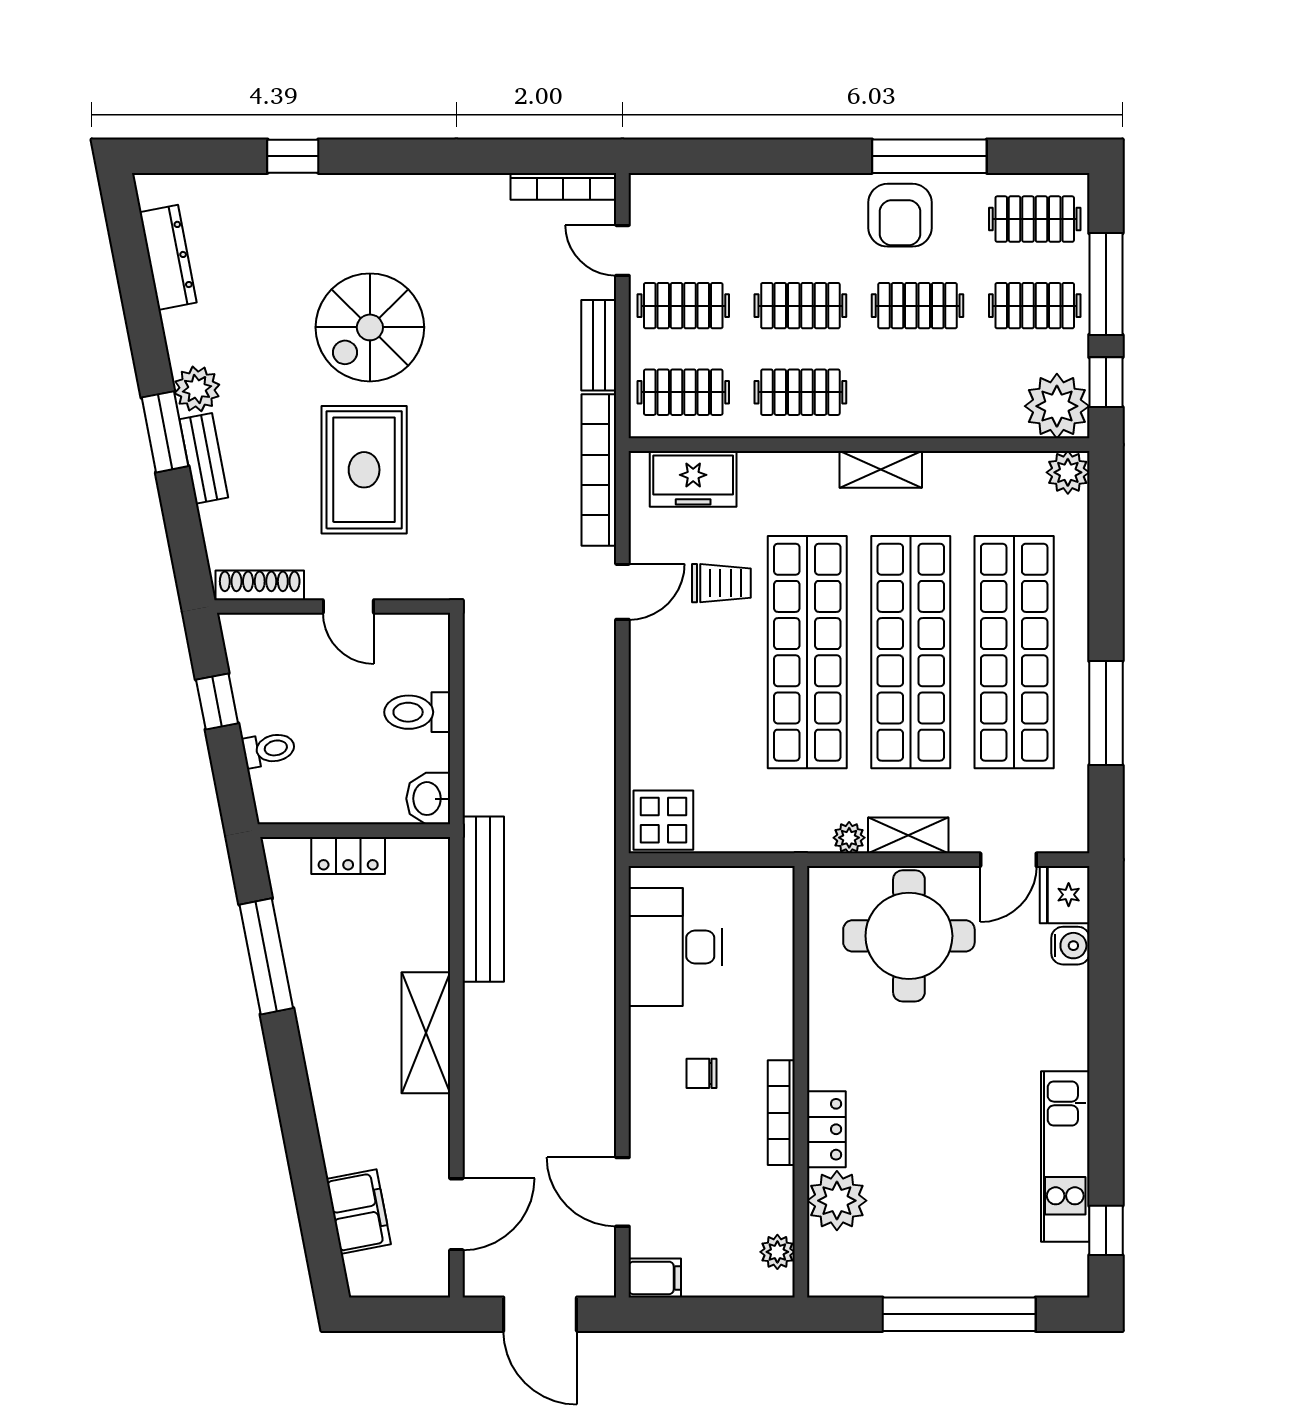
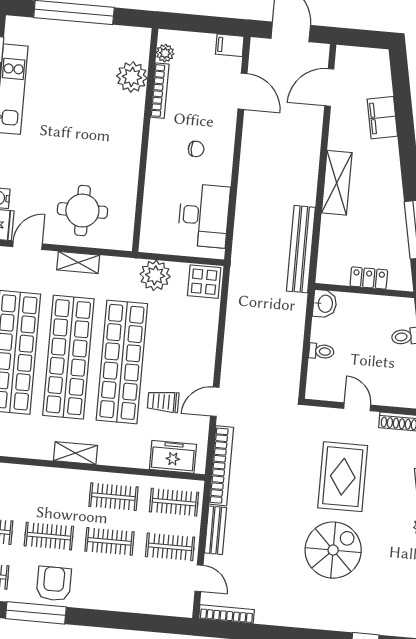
toilet: (417, 712) -> (321, 351), width x0.73, depth x0.72
plant: (849, 838) -> (155, 275), moved, width x1.88, depth x1.88
round table: (909, 936) -> (82, 211), width x0.73, depth x0.73
bookcase: (781, 1113) -> (160, 91), moved
locker: (826, 1129) -> (134, 114), removed
filing cabinet: (359, 1212) -> (382, 118), moved

